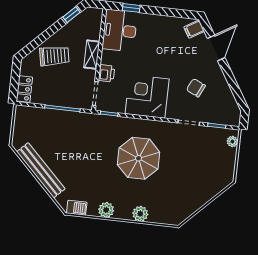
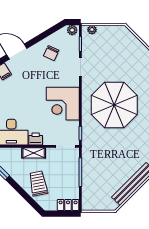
printer: (106, 73) -> (36, 139), moved
chair: (196, 88) -> (51, 53), moved
plant: (235, 118) -> (72, 30), added
parasol: (139, 158) -> (114, 105), width x1.36, depth x1.36

